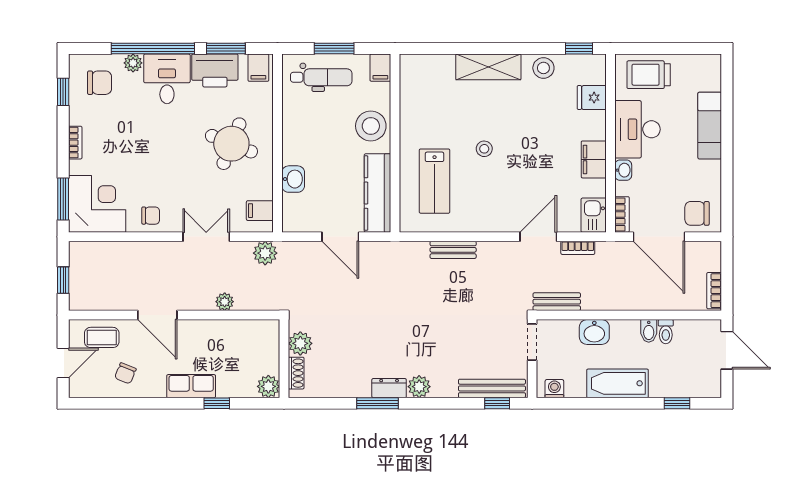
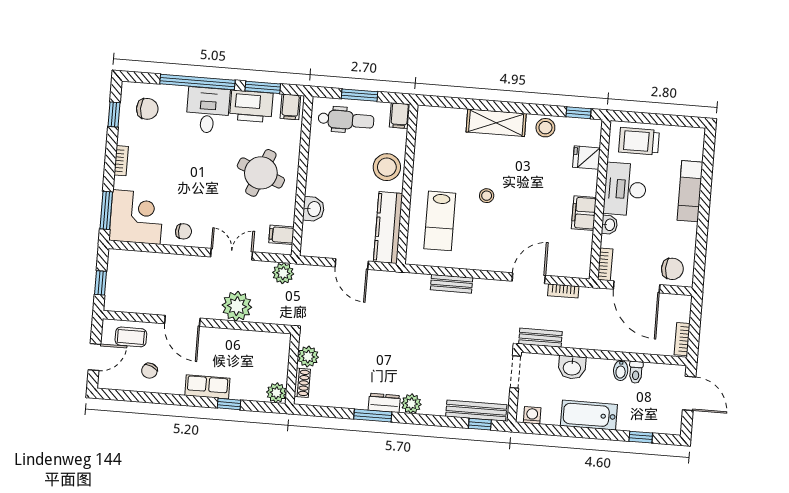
plant: (133, 63) -> (179, 94), removed
chair: (697, 213) -> (672, 269), turned 180
kitchen sink: (594, 215) -> (580, 263), removed
plant: (225, 302) -> (237, 306), width x1.88, depth x1.88

